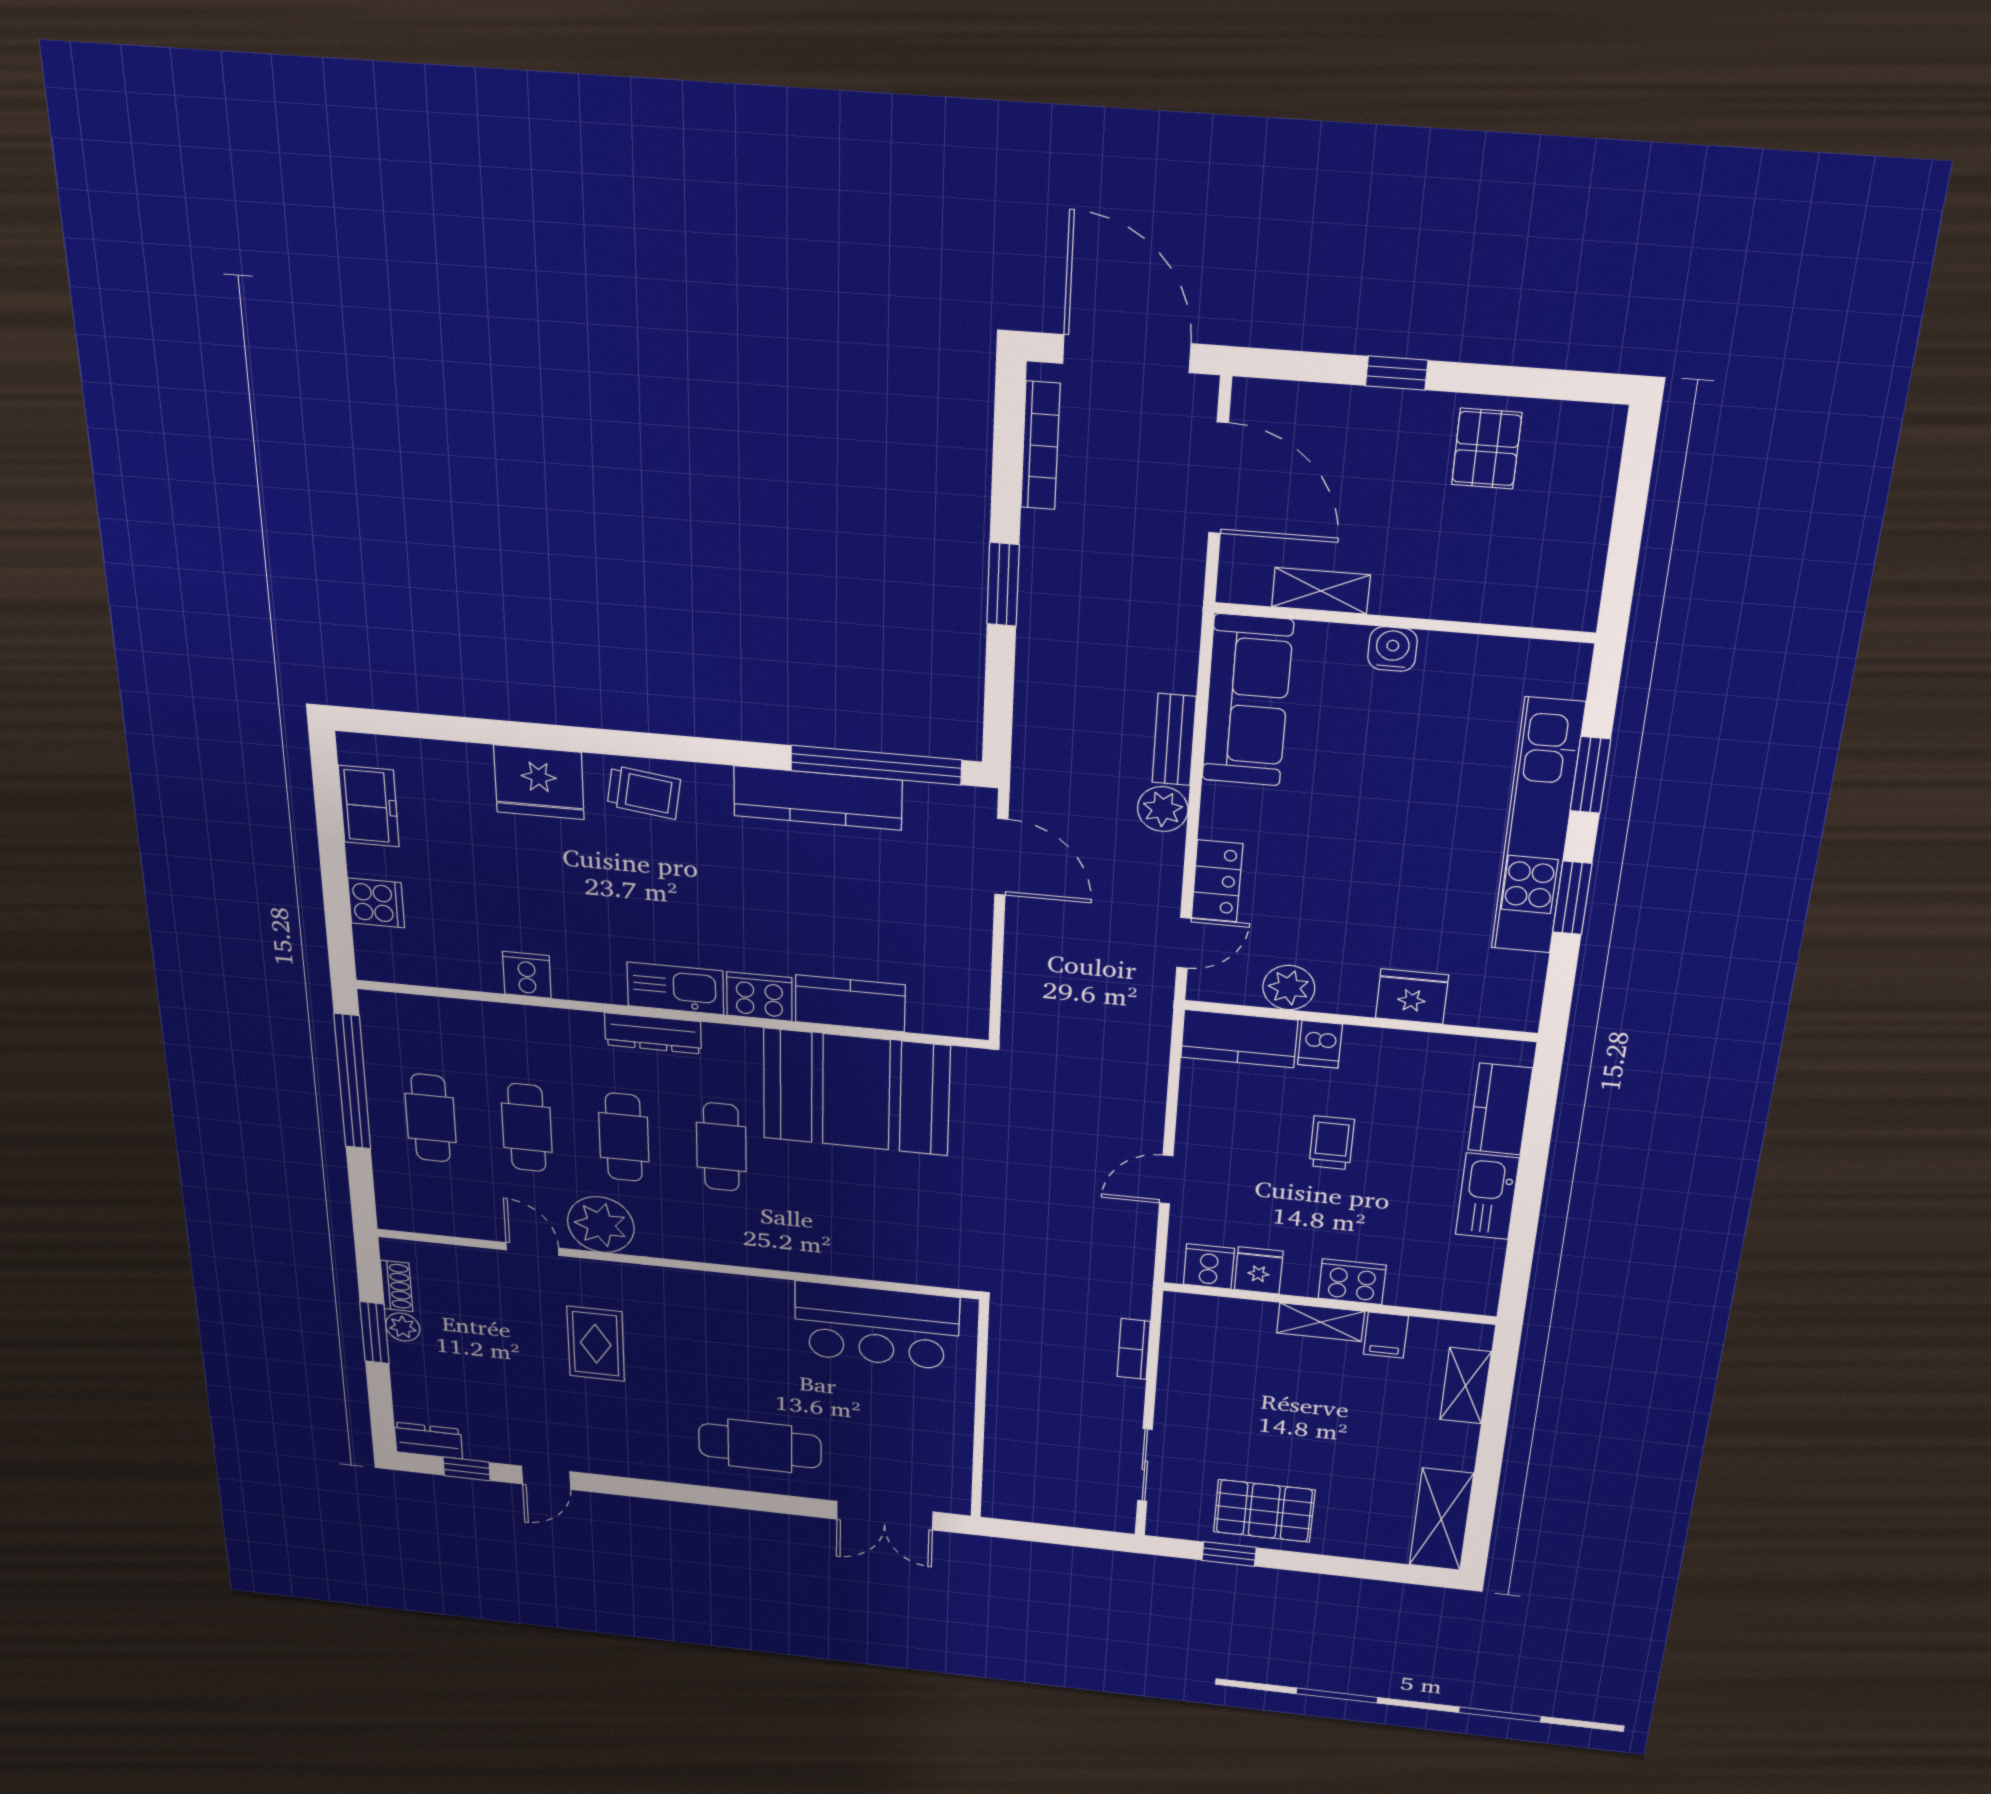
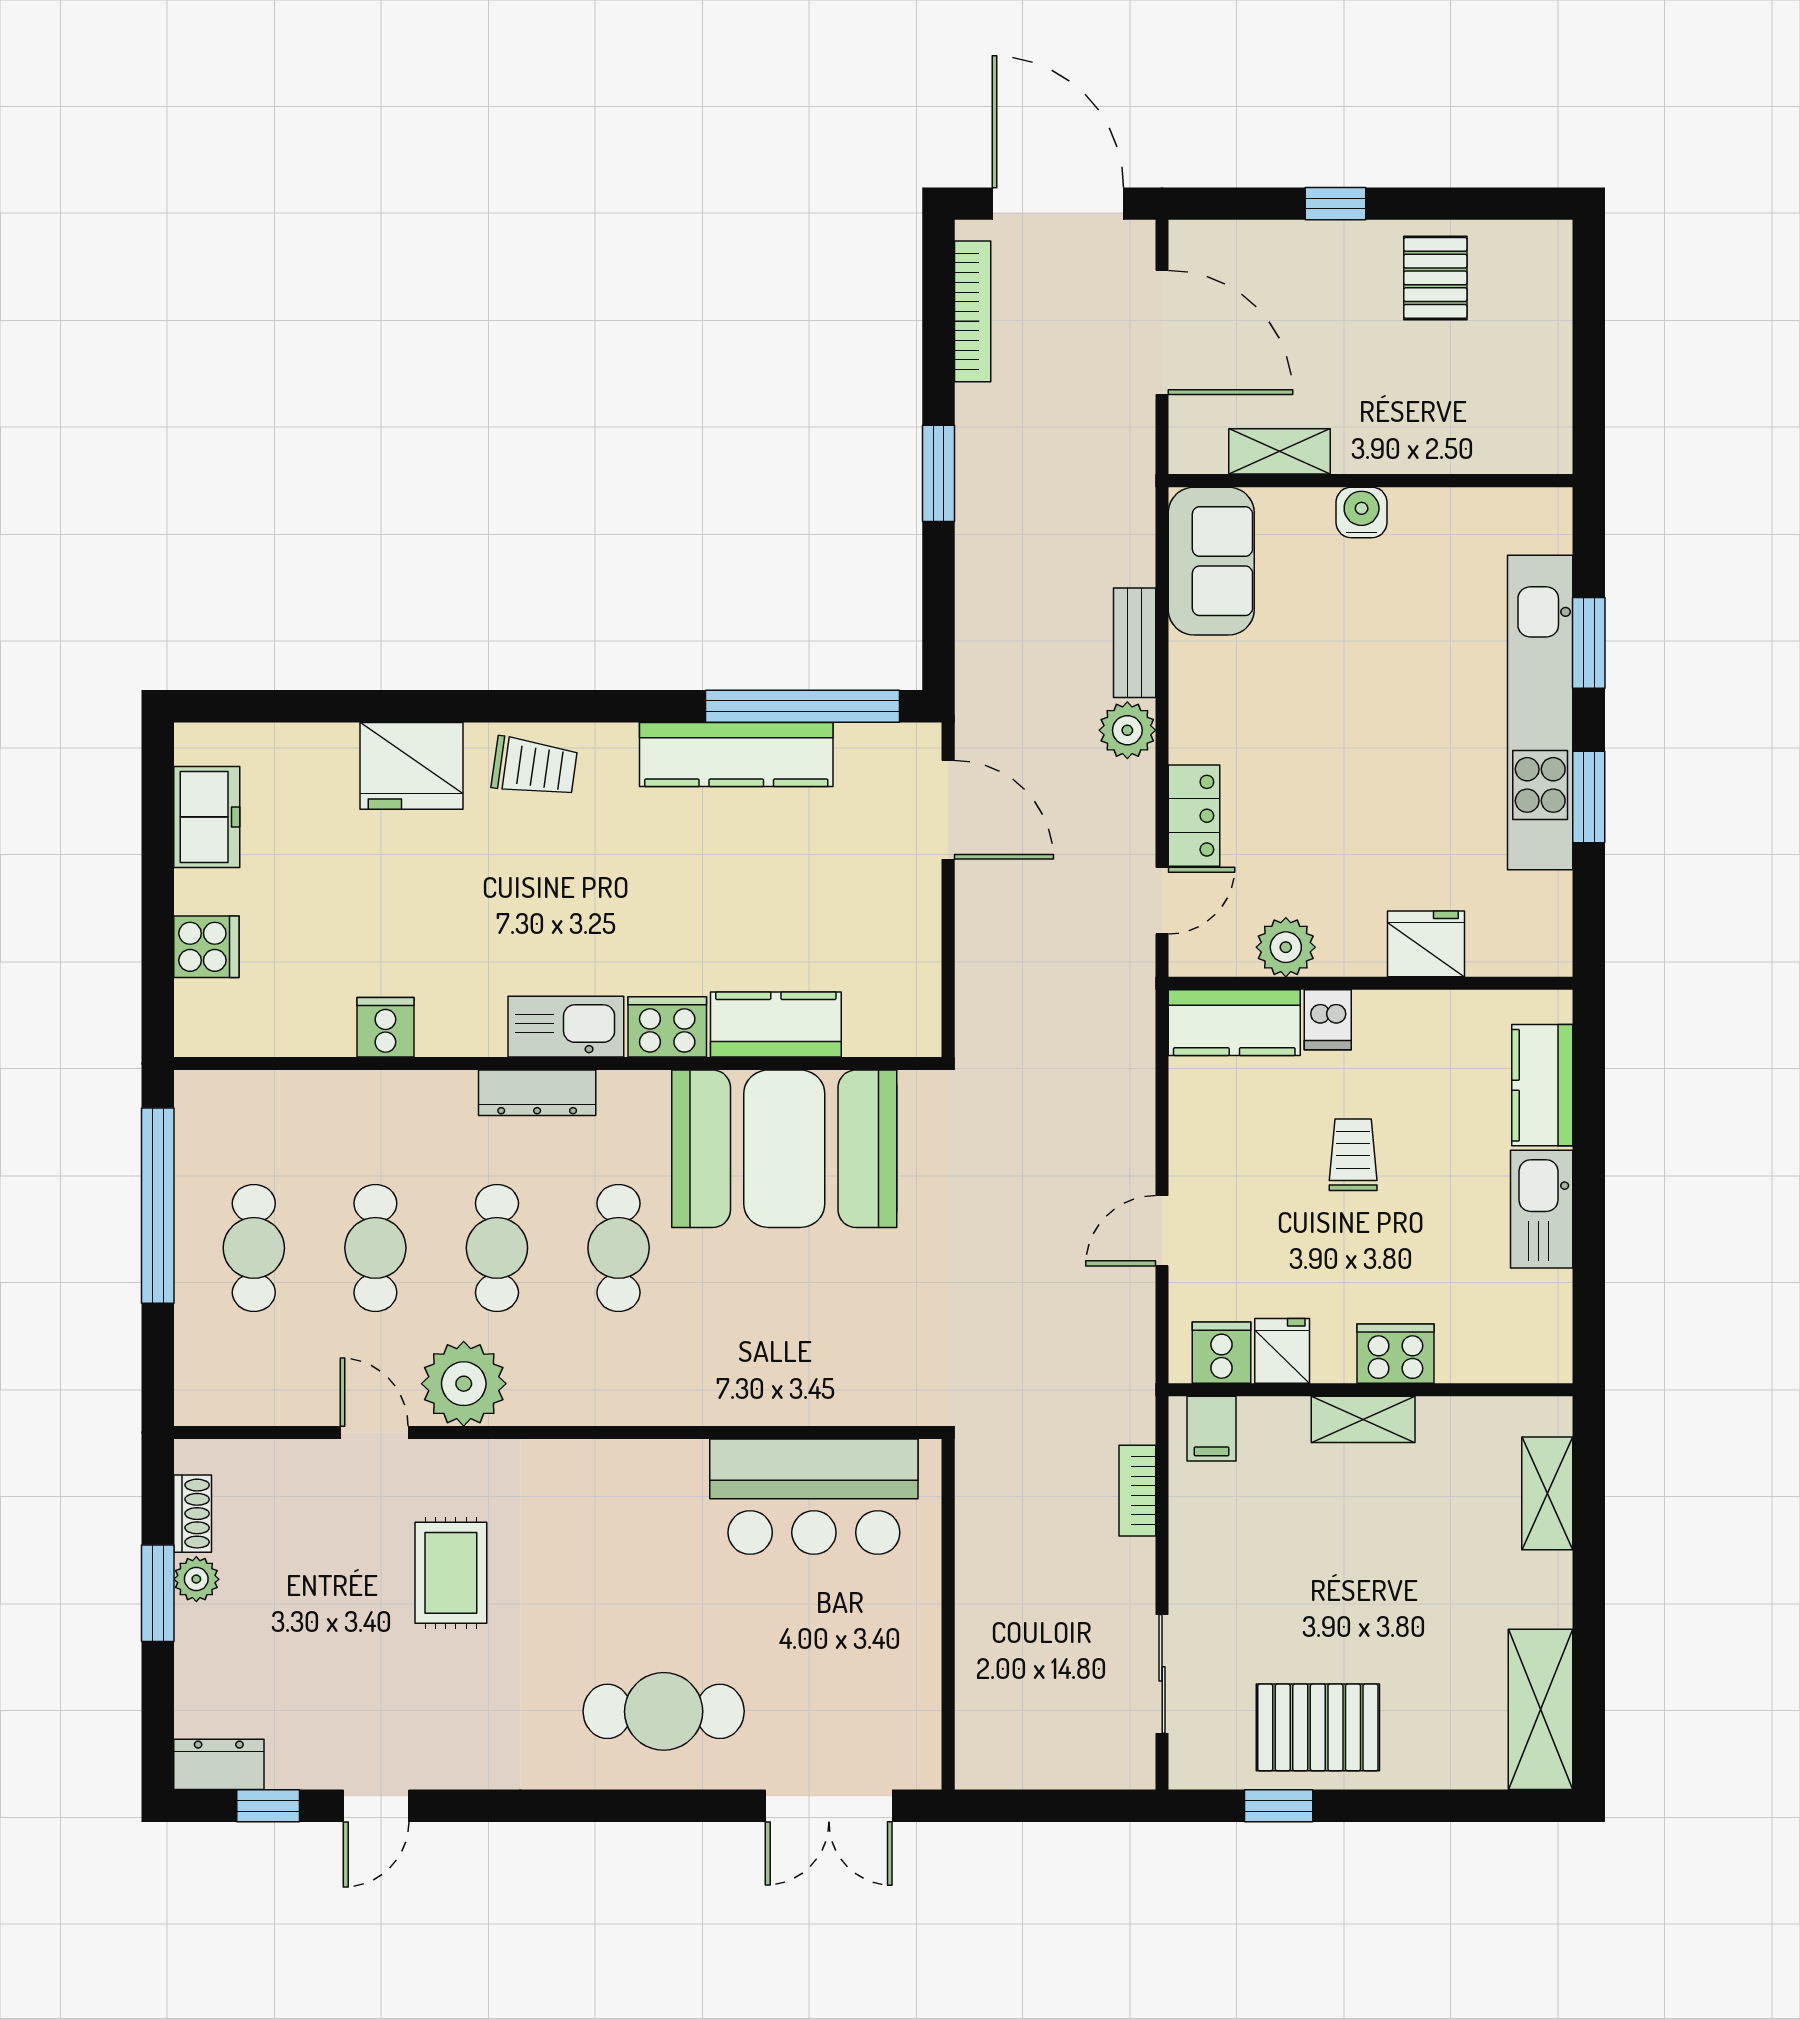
sofa: (1247, 701) -> (1211, 561), width x0.73
filing cabinet: (1386, 1335) -> (1212, 1429), moved

